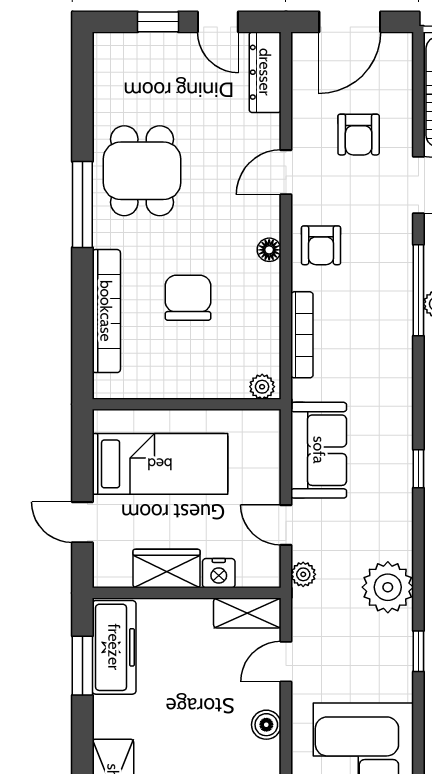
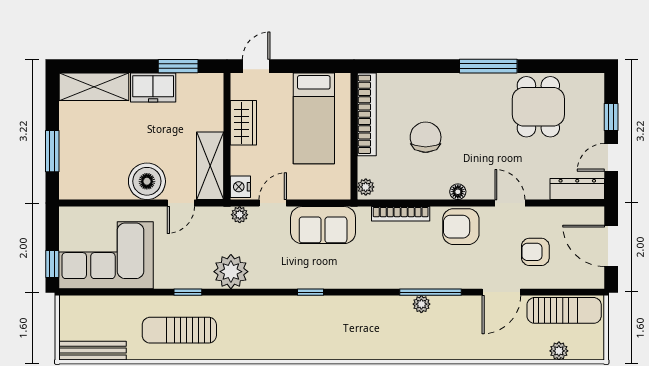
dining table: (142, 171) -> (538, 107), moved, turned 90
armchair: (321, 245) -> (461, 227), width x1.38, depth x1.38
chair: (188, 298) -> (426, 137), turned -90
bookcase: (106, 311) -> (367, 114), moved, turned -90
door: (82, 522) -> (256, 66), moved
nightstand: (219, 573) -> (240, 187), moved
shelving: (247, 613) -> (210, 166), width x1.50, depth x1.33
freezer: (114, 647) -> (153, 87), moved, width x0.71
door: (286, 662) -> (181, 203), swing flipped
boiler: (266, 725) -> (147, 181), width x1.86, depth x1.86

